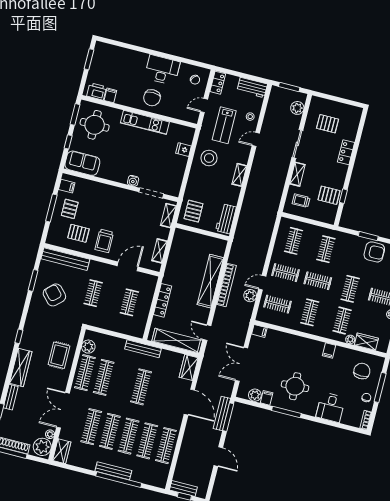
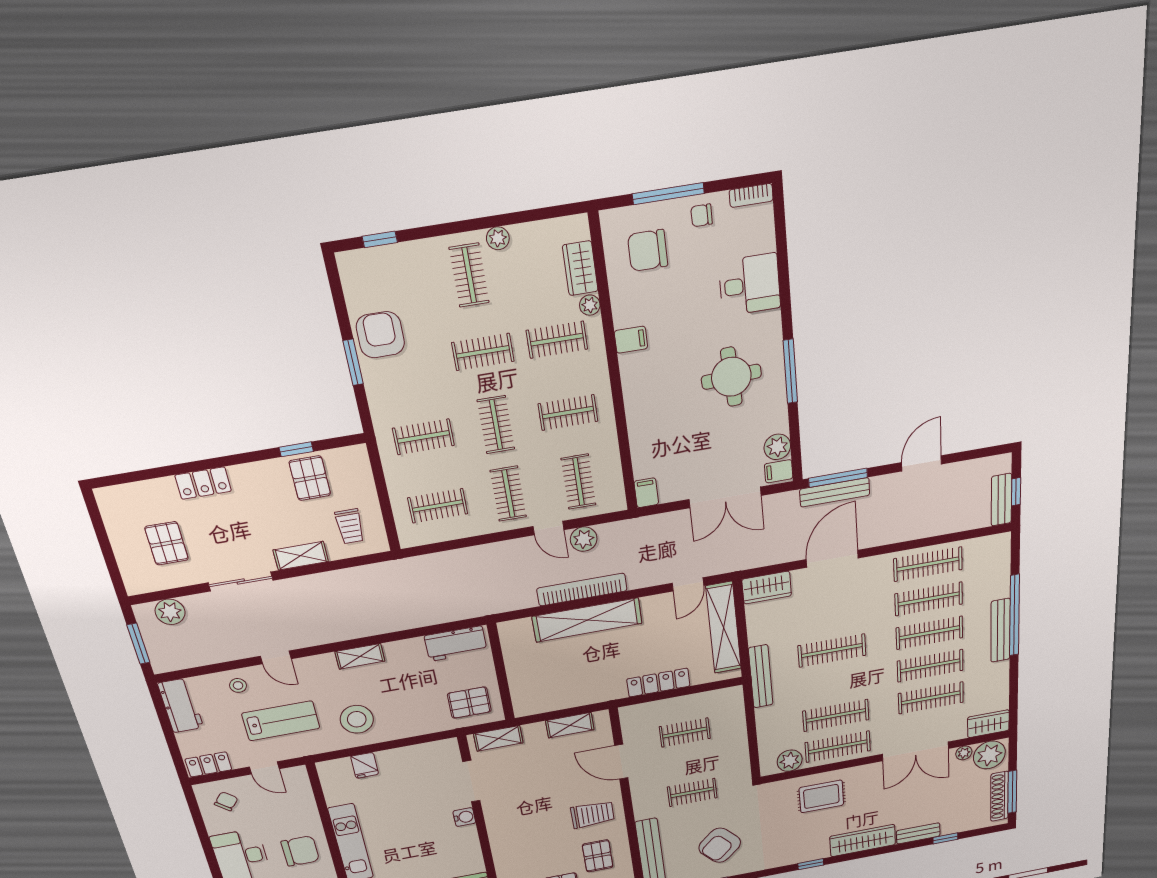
filing cabinet: (267, 398) -> (779, 471), moved

